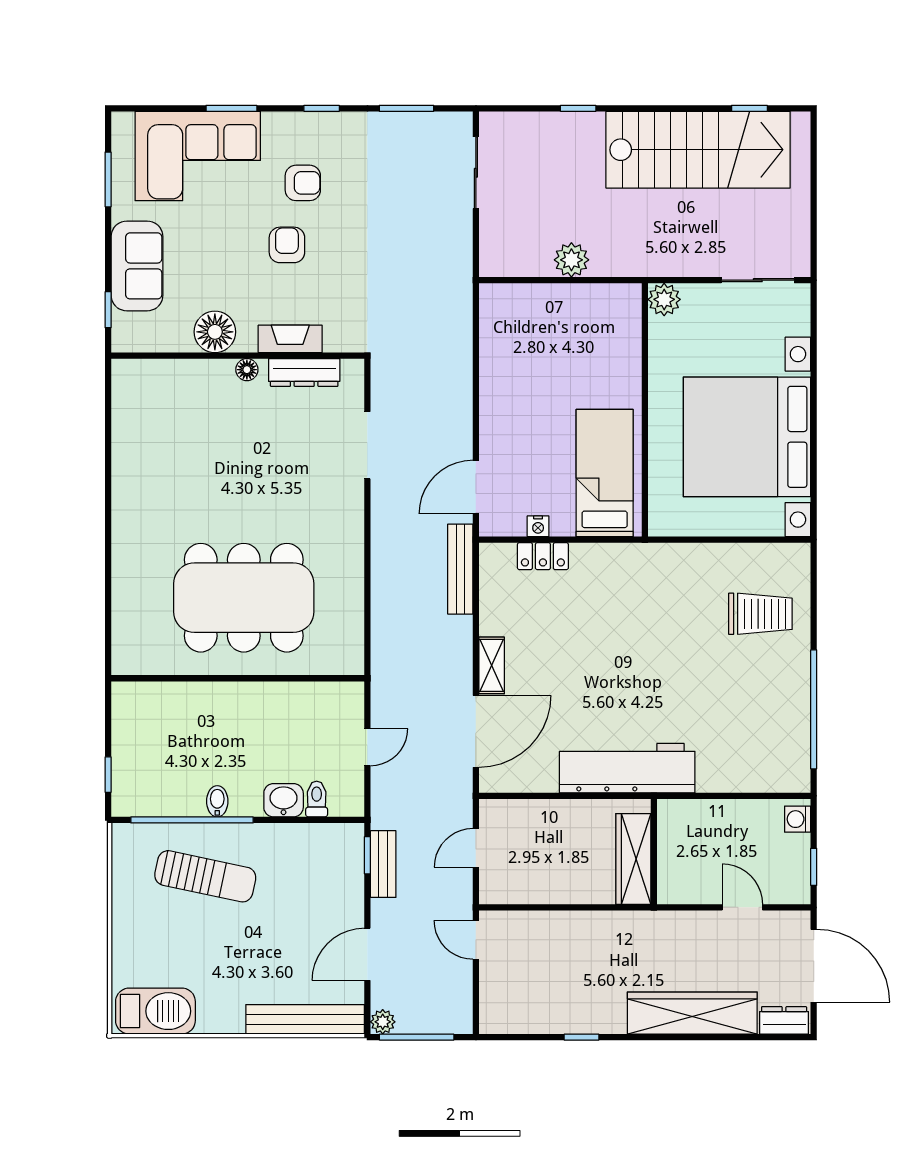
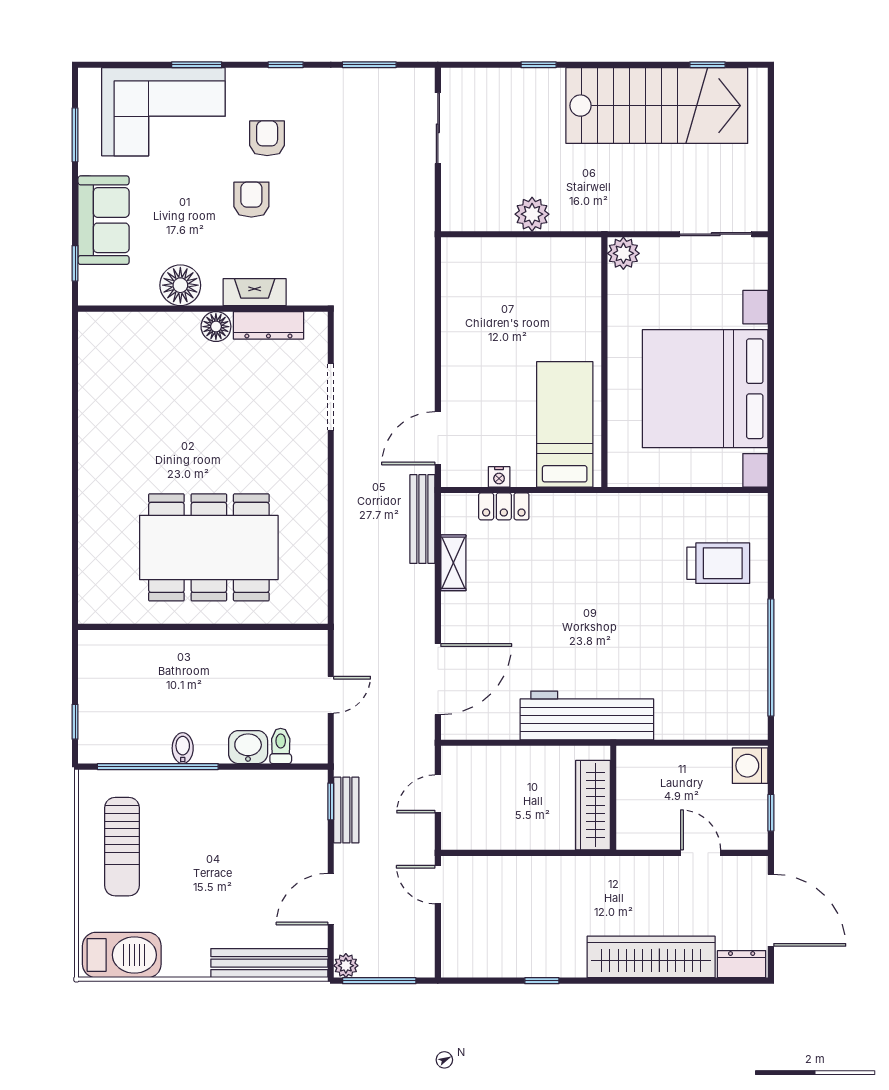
armchair: (303, 183) -> (267, 138), turned -90
floor lamp: (247, 370) -> (216, 327), width x1.37, depth x1.37
shelving: (492, 665) -> (453, 563), moved
washing machine: (798, 819) -> (750, 766), width x1.38, depth x1.38
sun lounger: (205, 876) -> (122, 847), moved, turned 78

